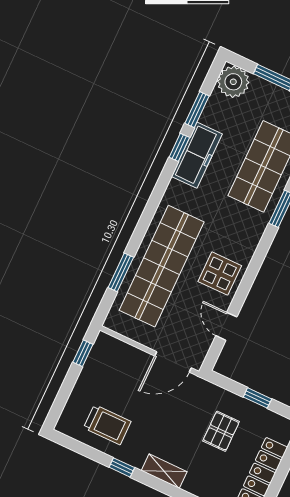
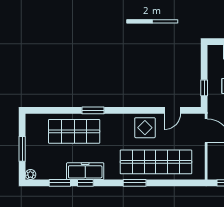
plant: (233, 82) -> (30, 175), width x0.53, depth x0.53
window: (121, 272) -> (135, 183), moved
window: (257, 398) -> (204, 88), moved

